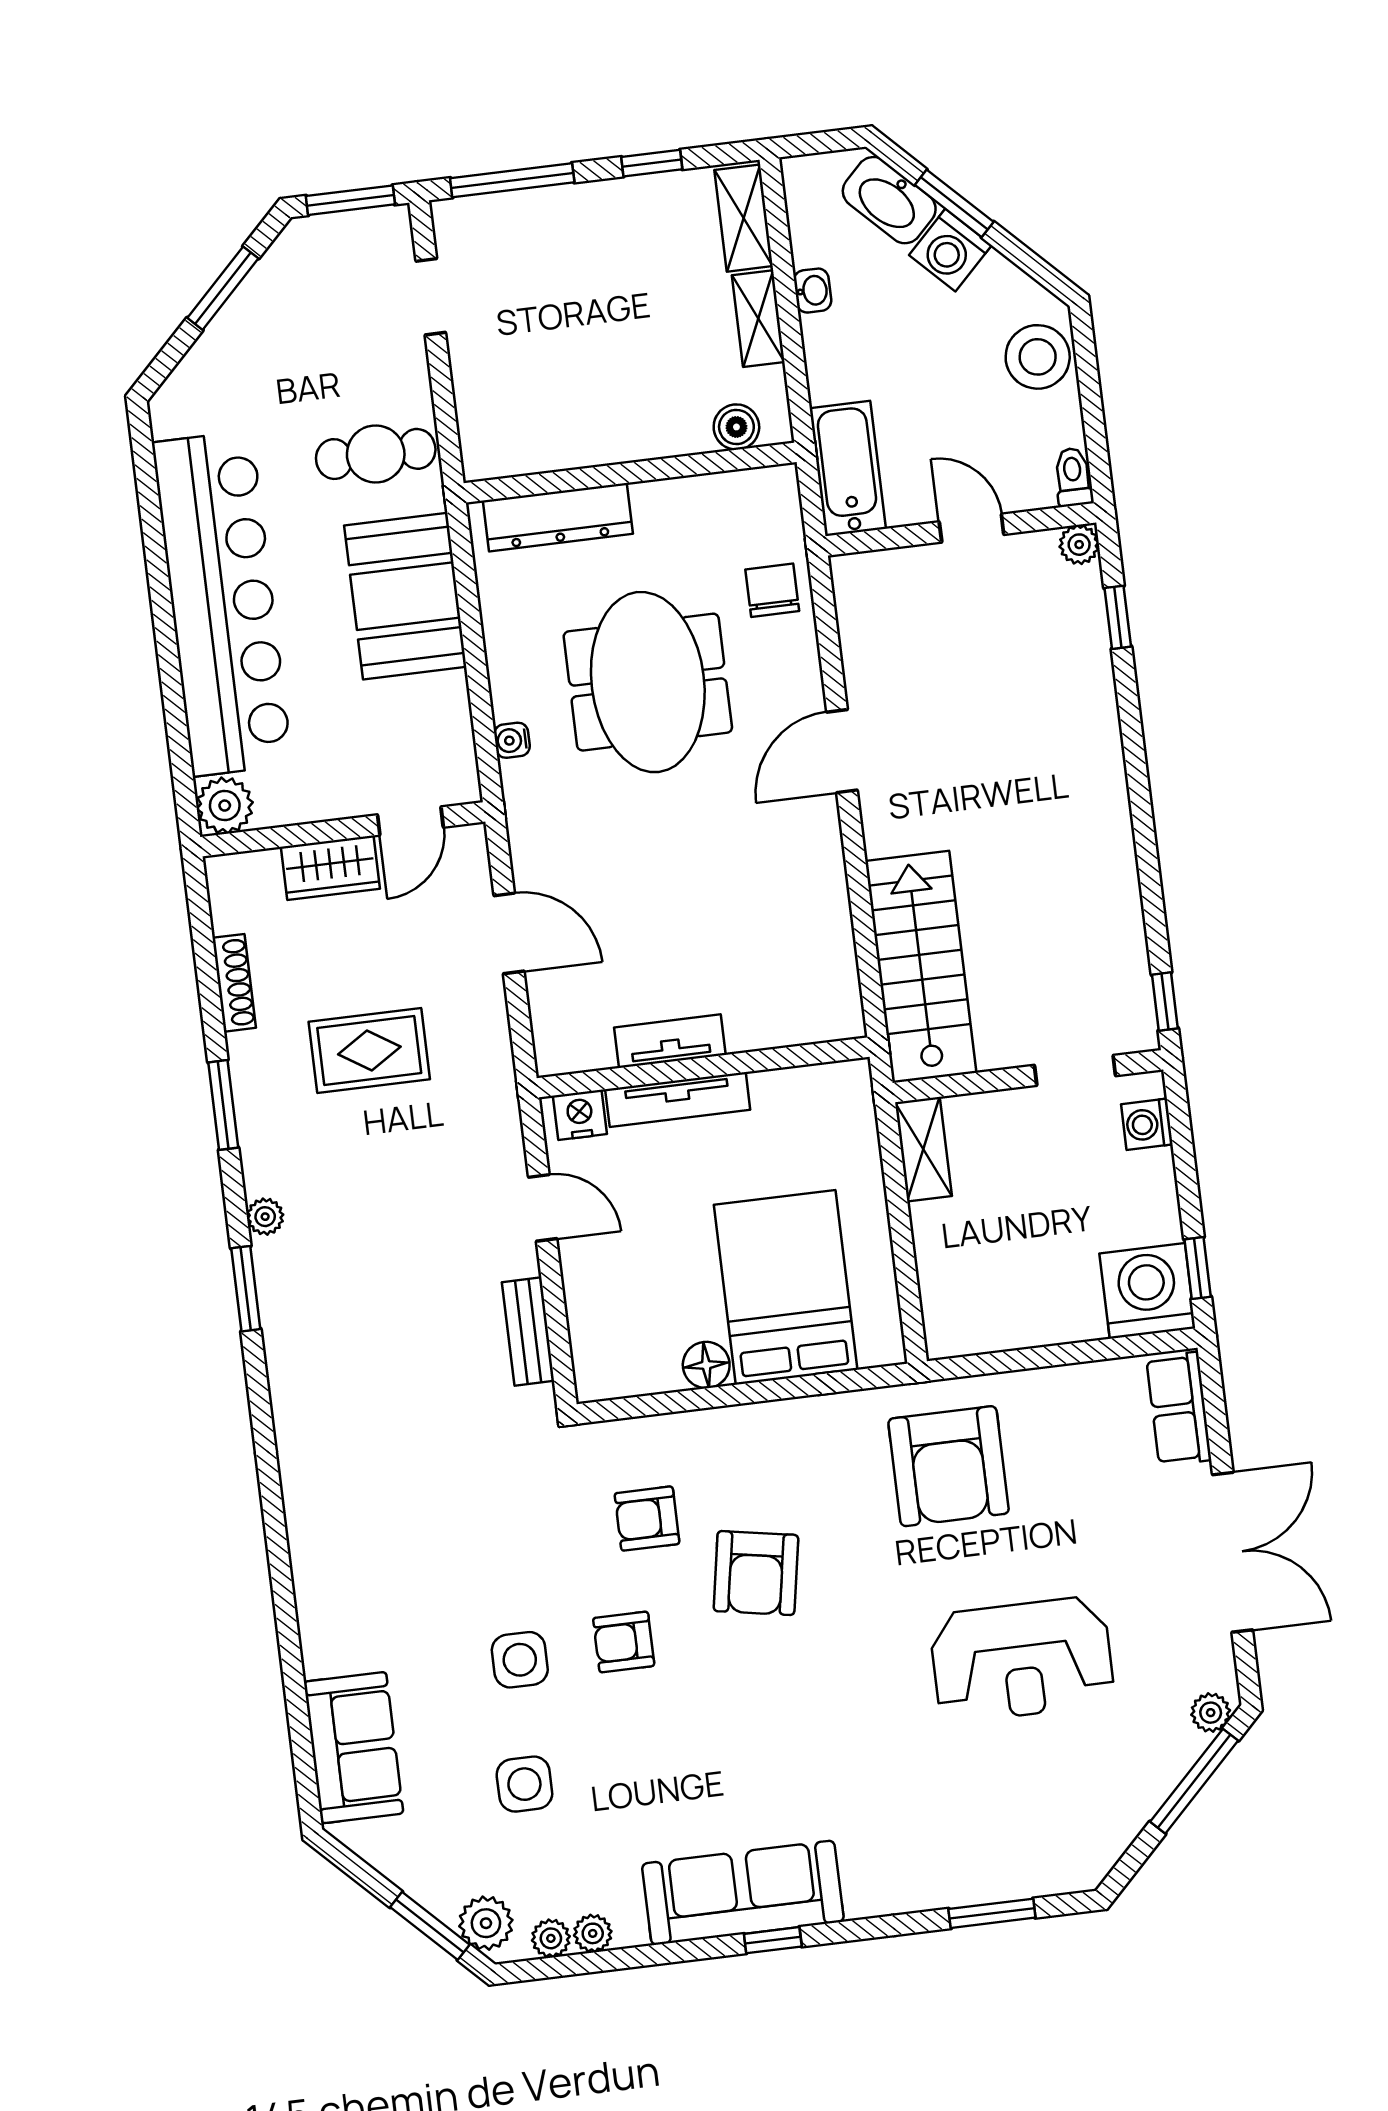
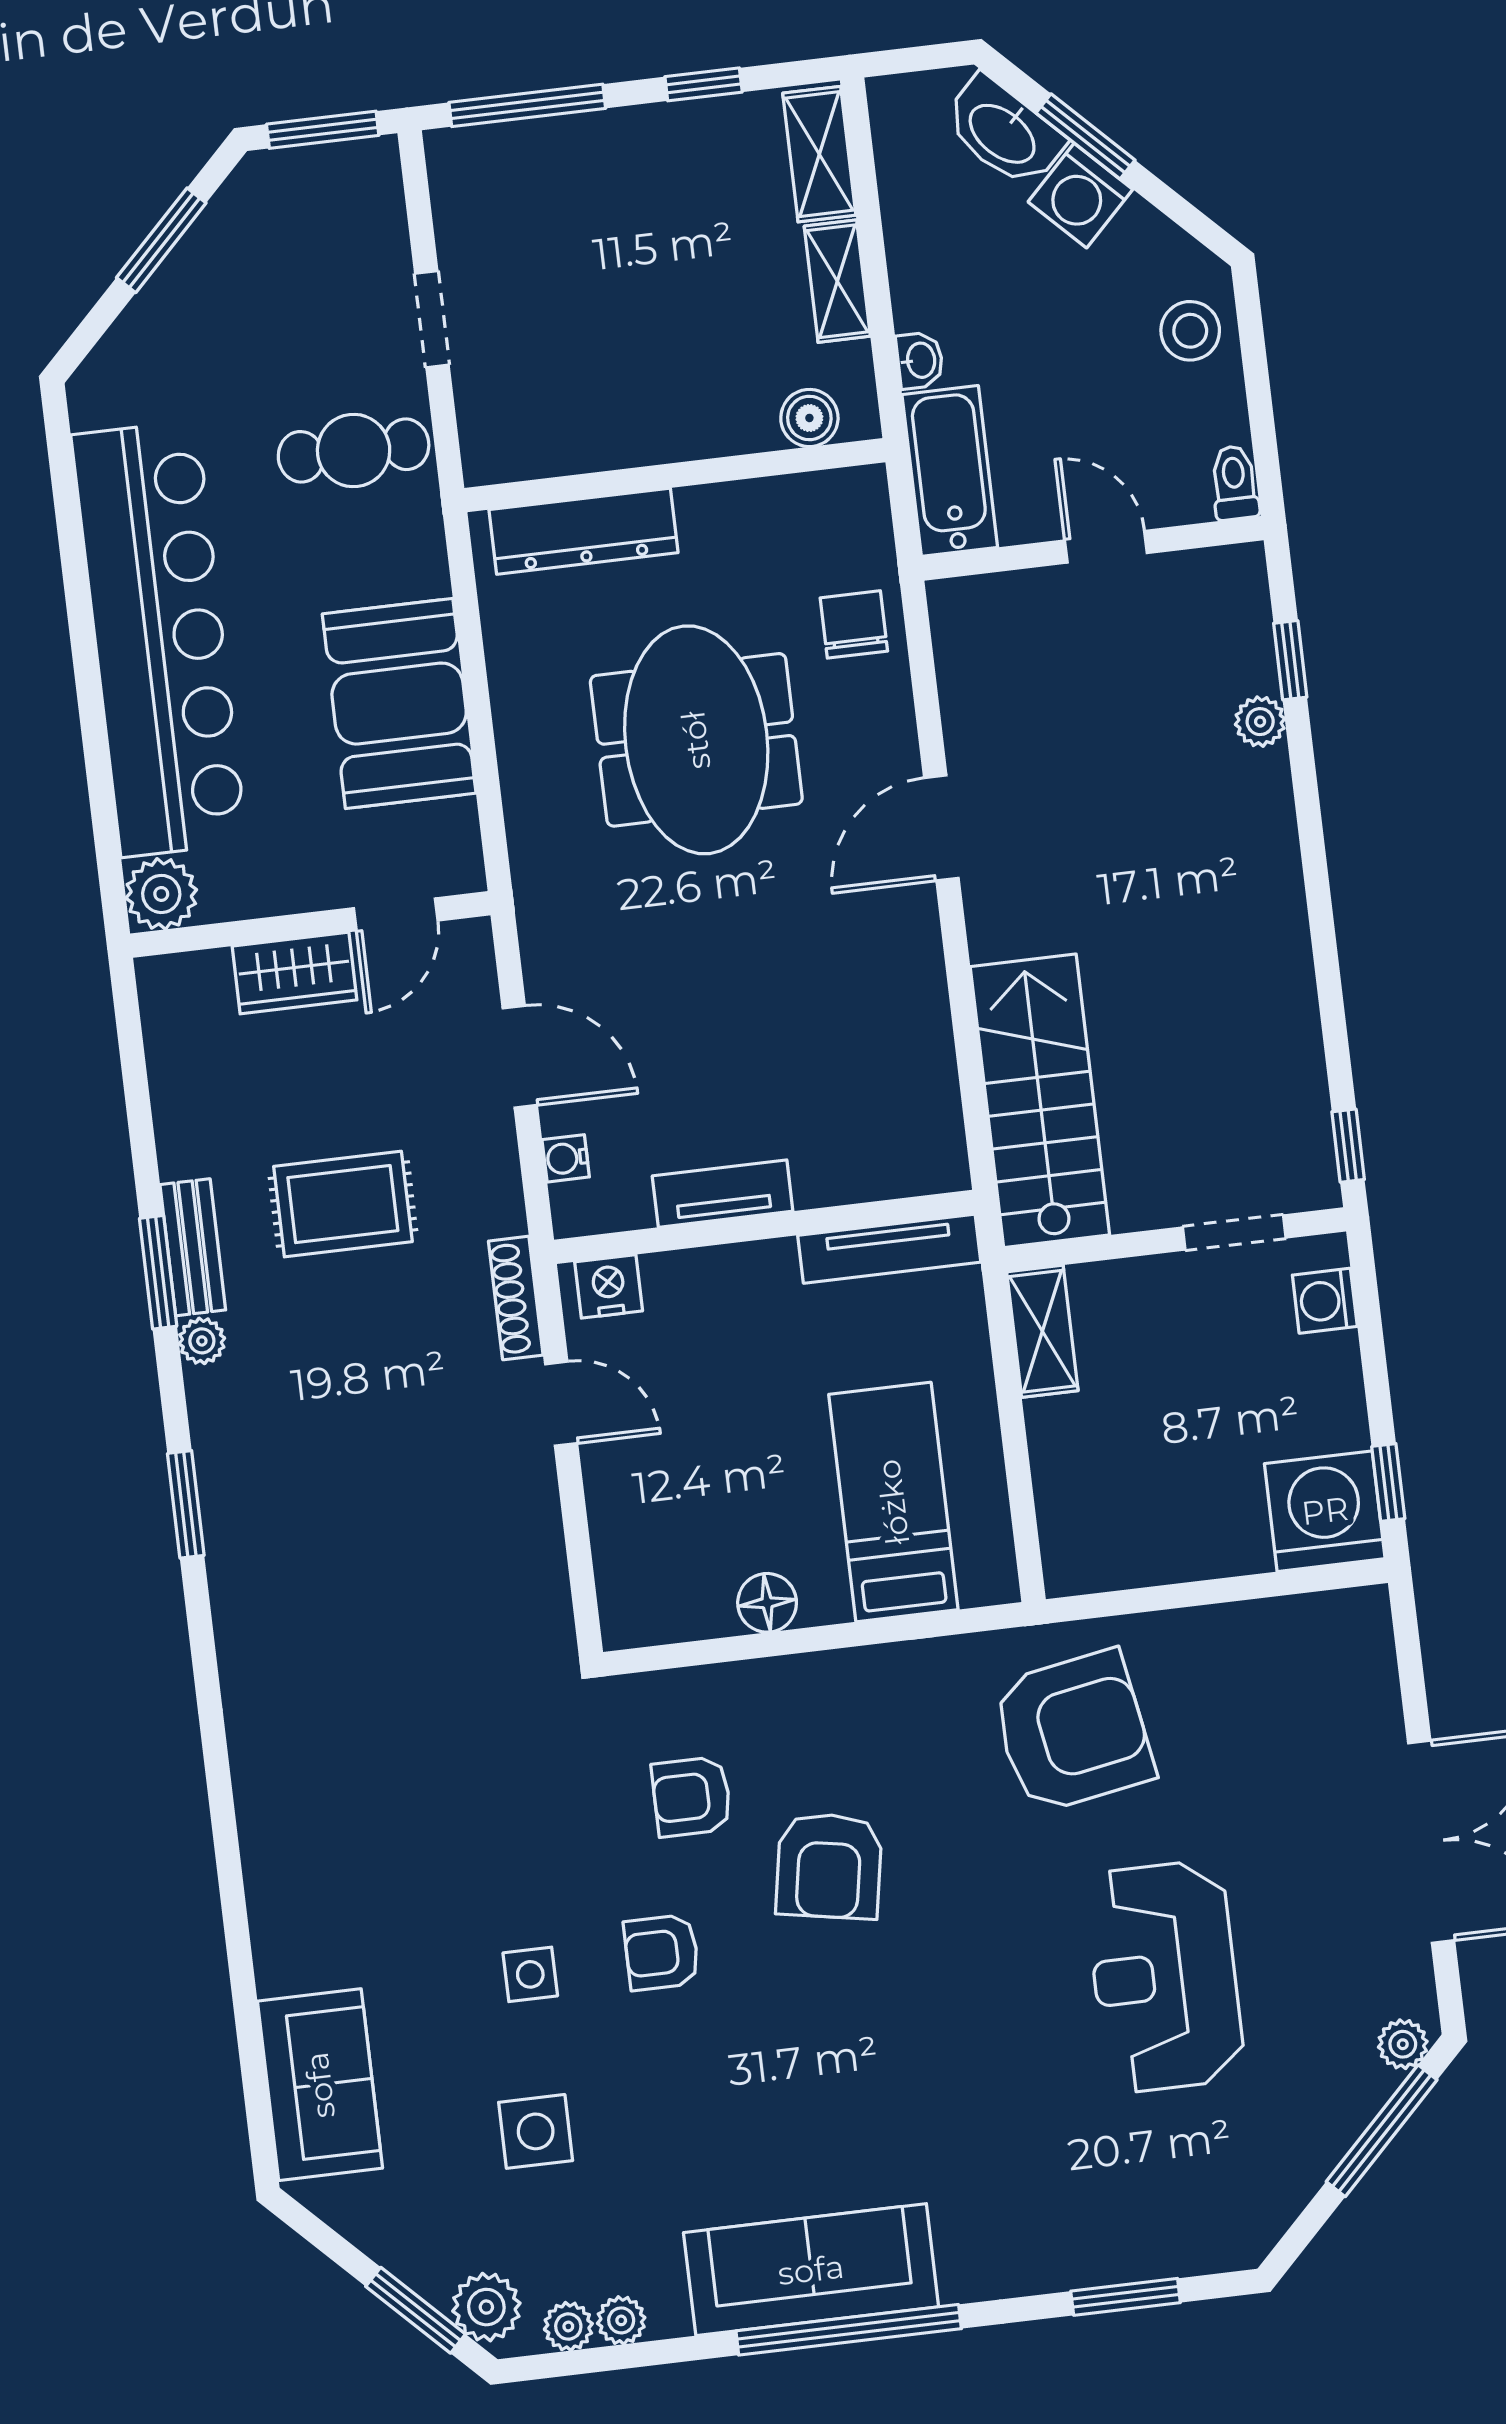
washbasin: (813, 291) -> (920, 360), moved
doorway: (431, 297) -> (432, 319), moved
stool: (1038, 357) -> (1190, 331), width x0.73, depth x0.73
plant: (1079, 545) -> (1260, 722), moved
booth: (405, 596) -> (399, 704), moved
water cooler: (512, 740) -> (566, 1158), moved
shoe rack: (234, 983) -> (516, 1298), moved, turned 180
tv unit: (678, 1100) -> (889, 1249), moved
plant: (265, 1217) -> (202, 1341), moved
bed: (786, 1287) -> (893, 1502), width x0.67
bench: (528, 1332) -> (193, 1247), moved
row of seats: (1179, 1409) -> (1364, 1660), removed
armchair: (949, 1466) -> (1073, 1732), turned -100
side table: (520, 1660) -> (530, 1974), width x0.73, depth x0.73
reception desk: (1022, 1660) -> (1165, 1976), turned 90
window: (773, 1940) -> (849, 2330), width x3.17

